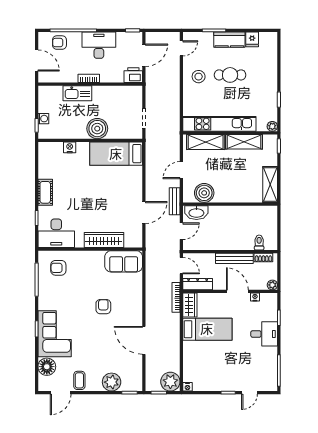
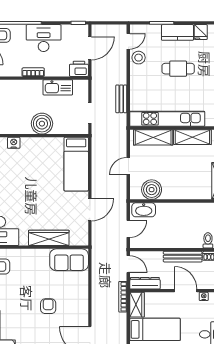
stool: (199, 77) -> (139, 58), moved
kitchen sink: (77, 93) -> (58, 87), moved
bed: (116, 154) -> (76, 164), moved, turned -90
bench: (175, 201) -> (121, 99), moved

